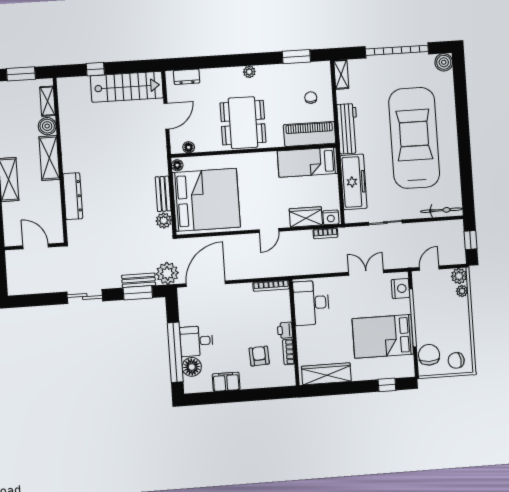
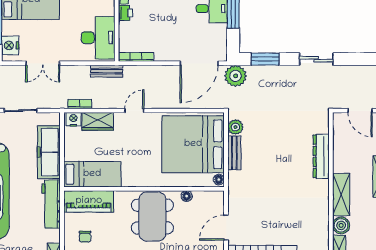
floor lamp: (189, 147) -> (187, 196), moved
bench: (139, 280) -> (107, 71), moved

